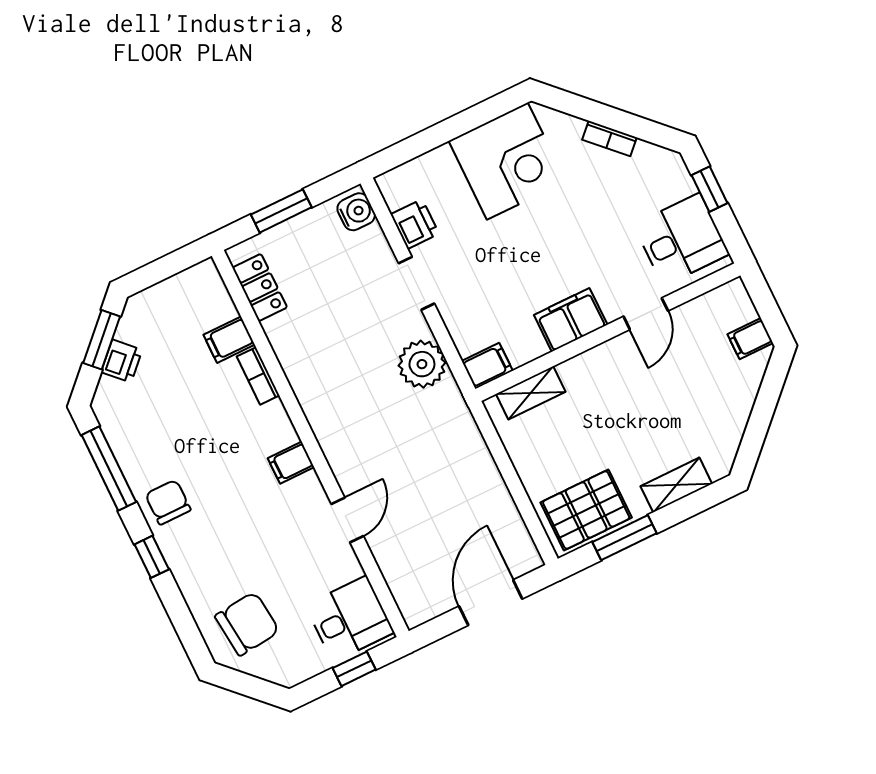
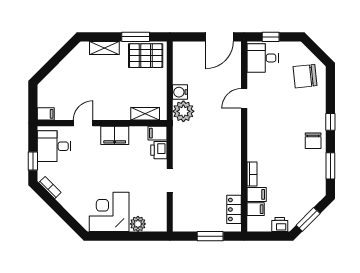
bookcase: (609, 138) -> (50, 188), moved
plant: (438, 165) -> (138, 224), added
water cooler: (356, 212) -> (180, 92), moved
printer: (415, 224) -> (159, 150), moved
filing cabinet: (750, 339) -> (46, 114), moved
printer: (122, 361) -> (280, 225), moved, turned 45
plant: (422, 364) -> (183, 111), moved
filing cabinet: (291, 463) -> (256, 209), moved
window: (109, 469) -> (330, 166), width x0.69
door: (491, 603) -> (219, 37), moved

